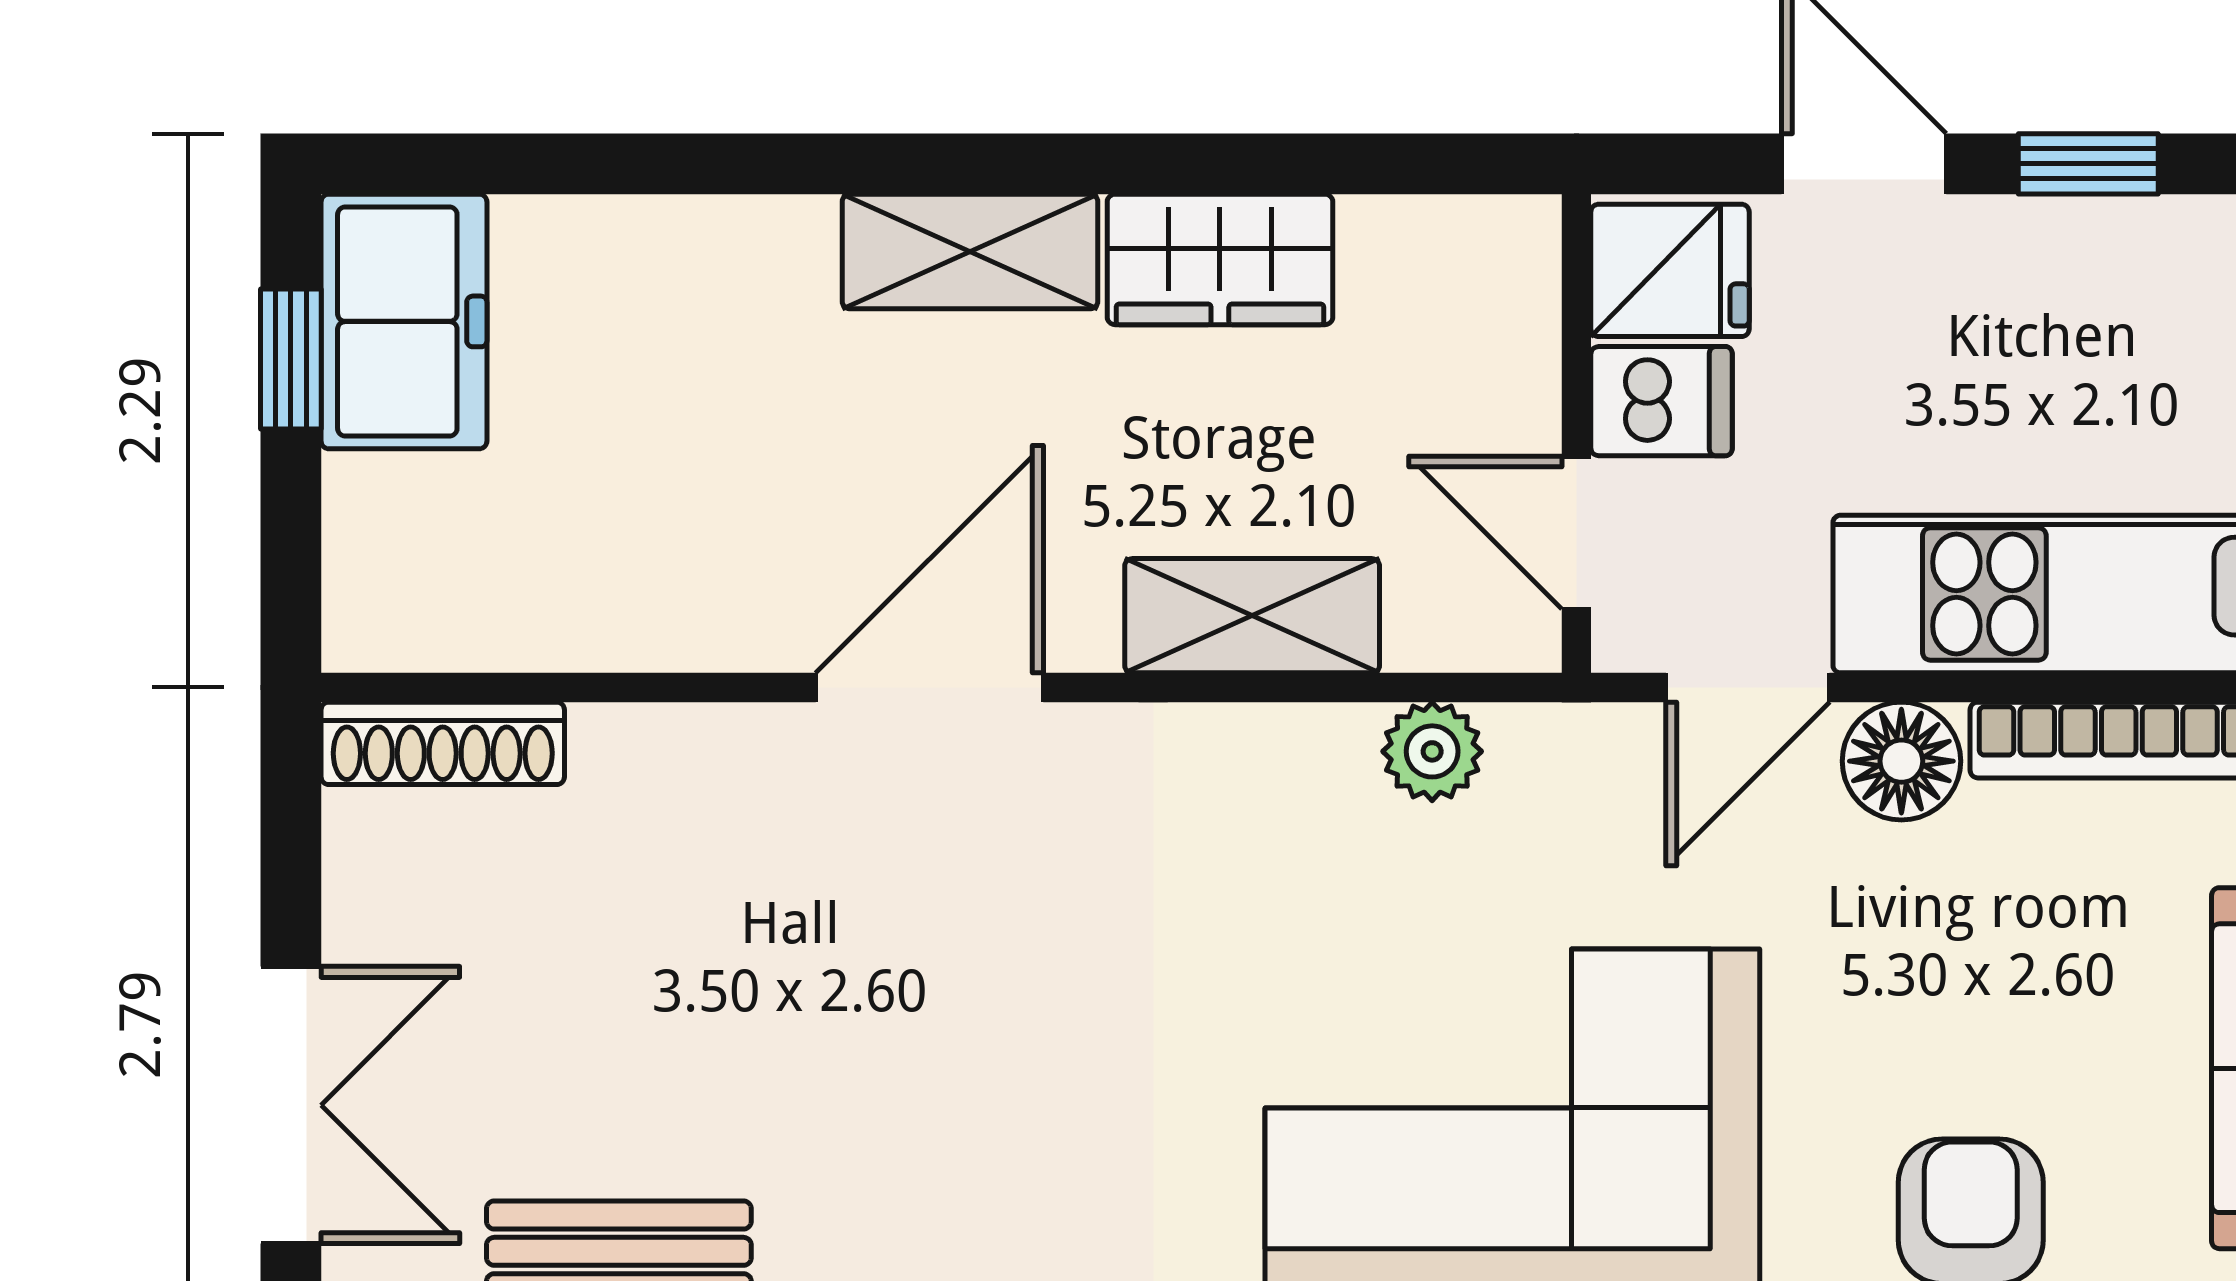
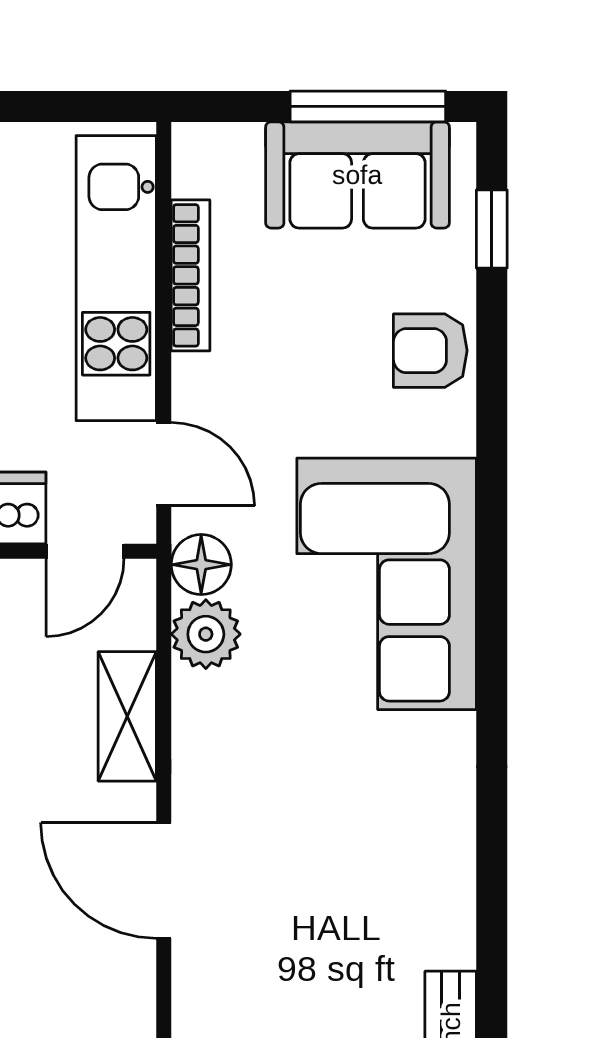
plant: (1432, 751) -> (206, 634), width x1.38, depth x1.38
floor lamp: (1901, 761) -> (201, 565), moved

